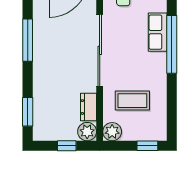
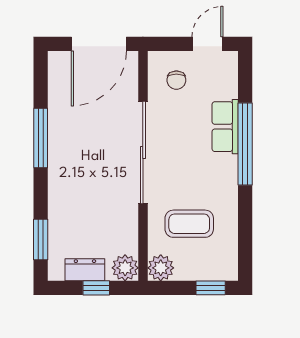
dresser: (89, 107) -> (85, 270), moved, turned 90

